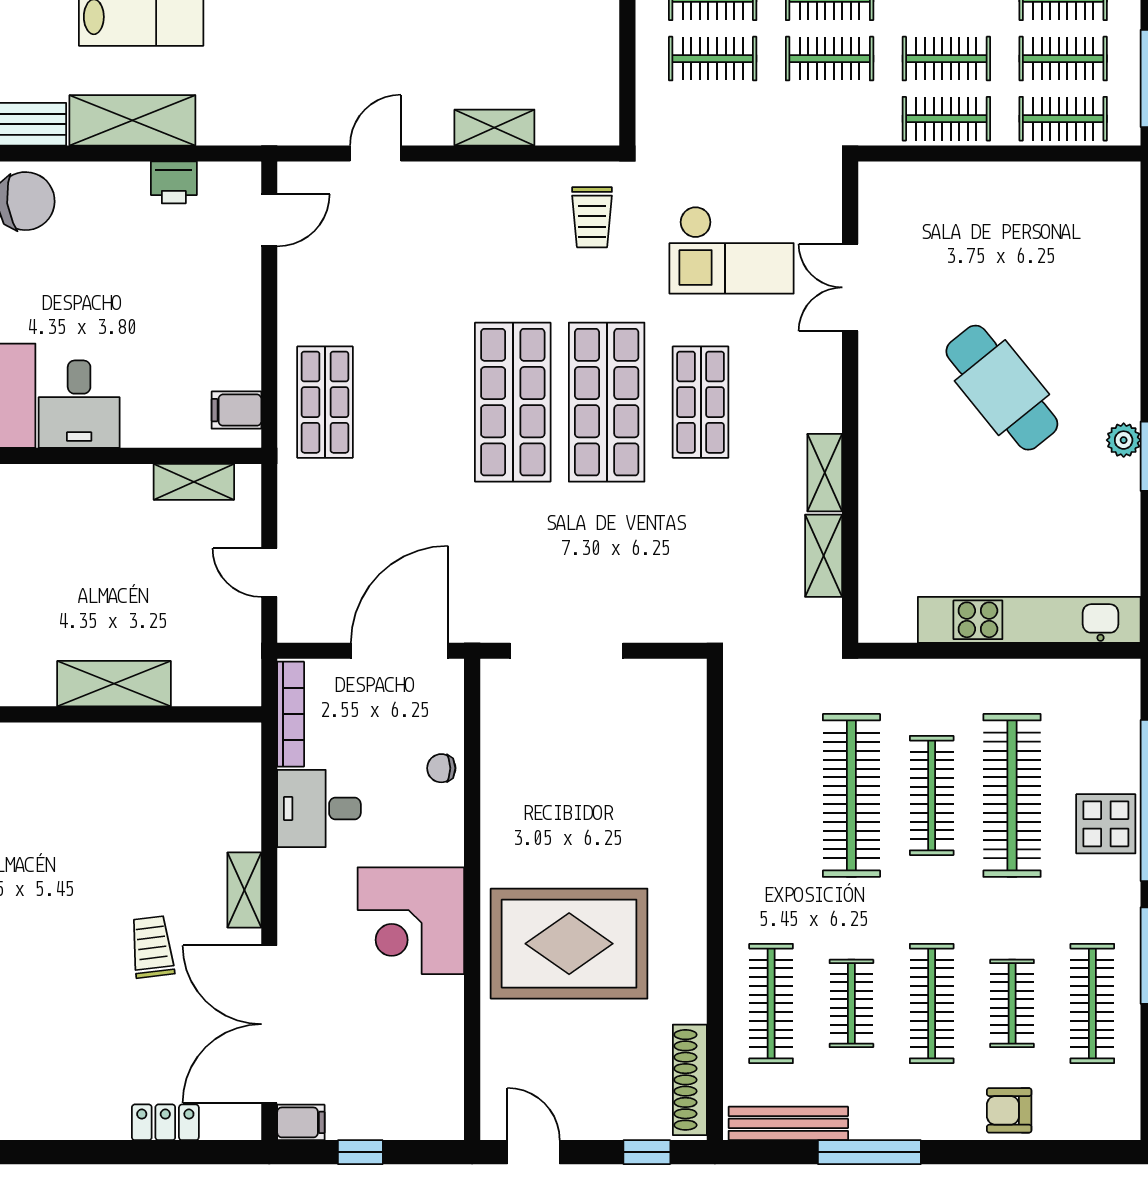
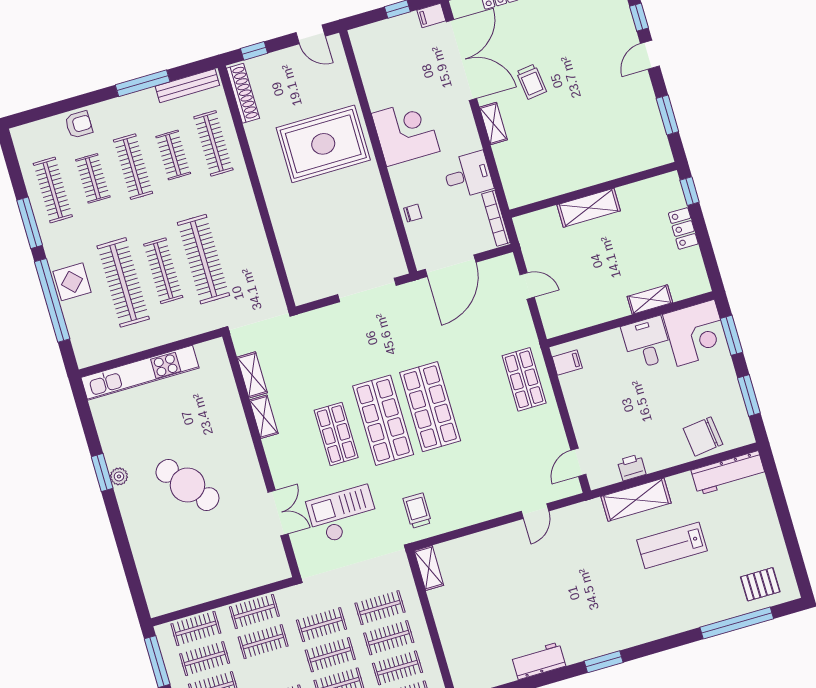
shelving: (132, 120) -> (636, 500), moved
shelving: (494, 128) -> (429, 568), moved, turned 90
shelving: (194, 482) -> (650, 300), moved

